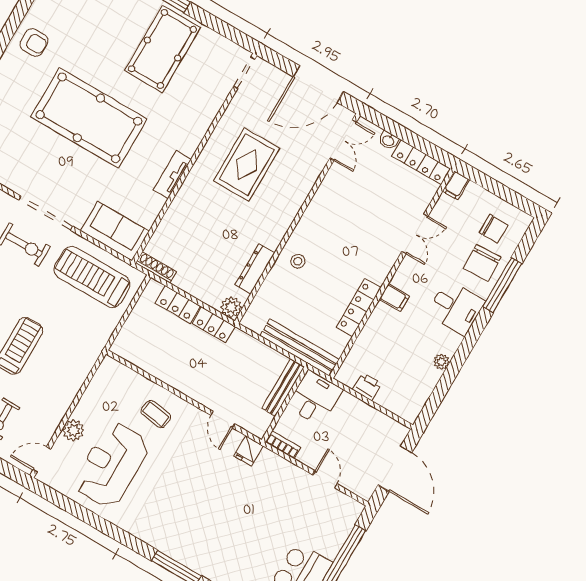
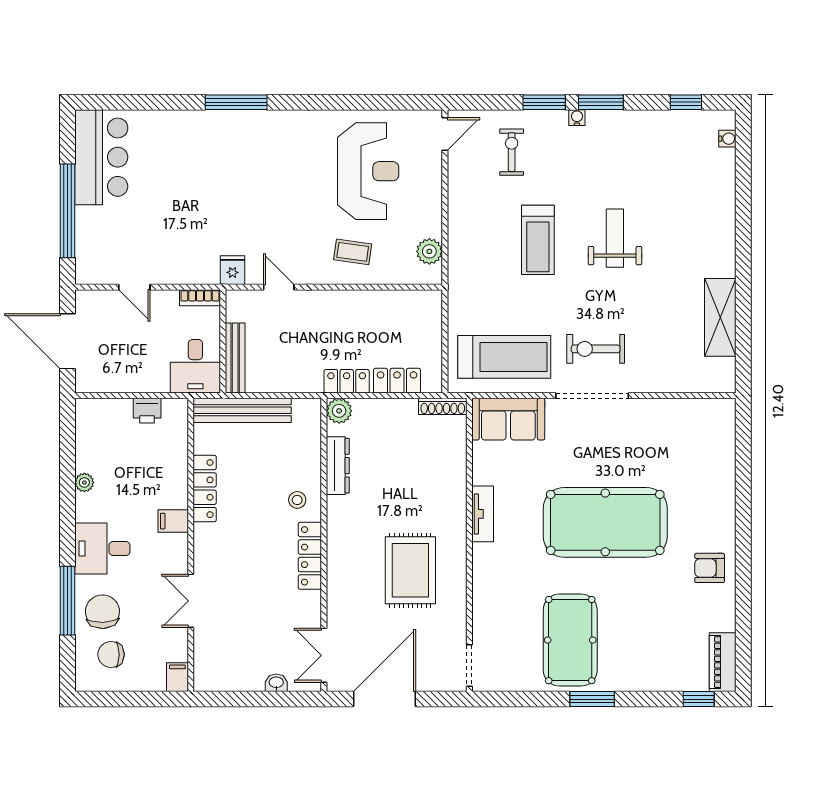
locker: (421, 162) -> (310, 556), moved, turned -90
plant: (73, 430) -> (429, 251), moved

